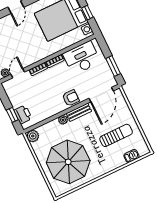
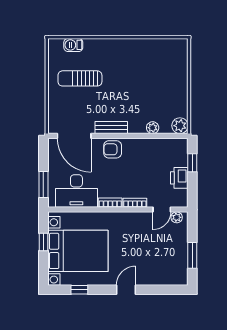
window: (113, 66) -> (43, 184), moved
door: (101, 95) -> (74, 136), swing flipped
printer: (23, 114) -> (179, 178), moved
plant: (63, 120) -> (153, 128), moved
parasol: (68, 162) -> (152, 74), removed

